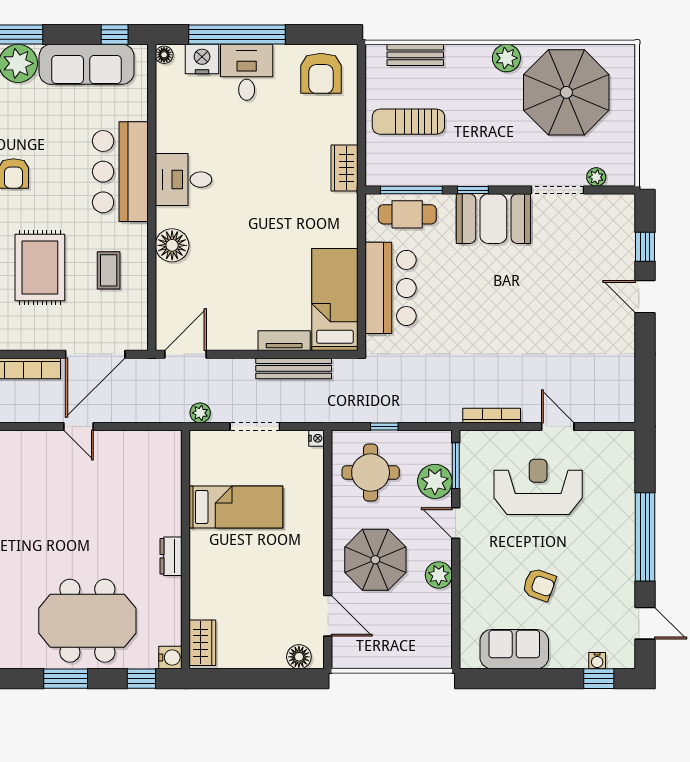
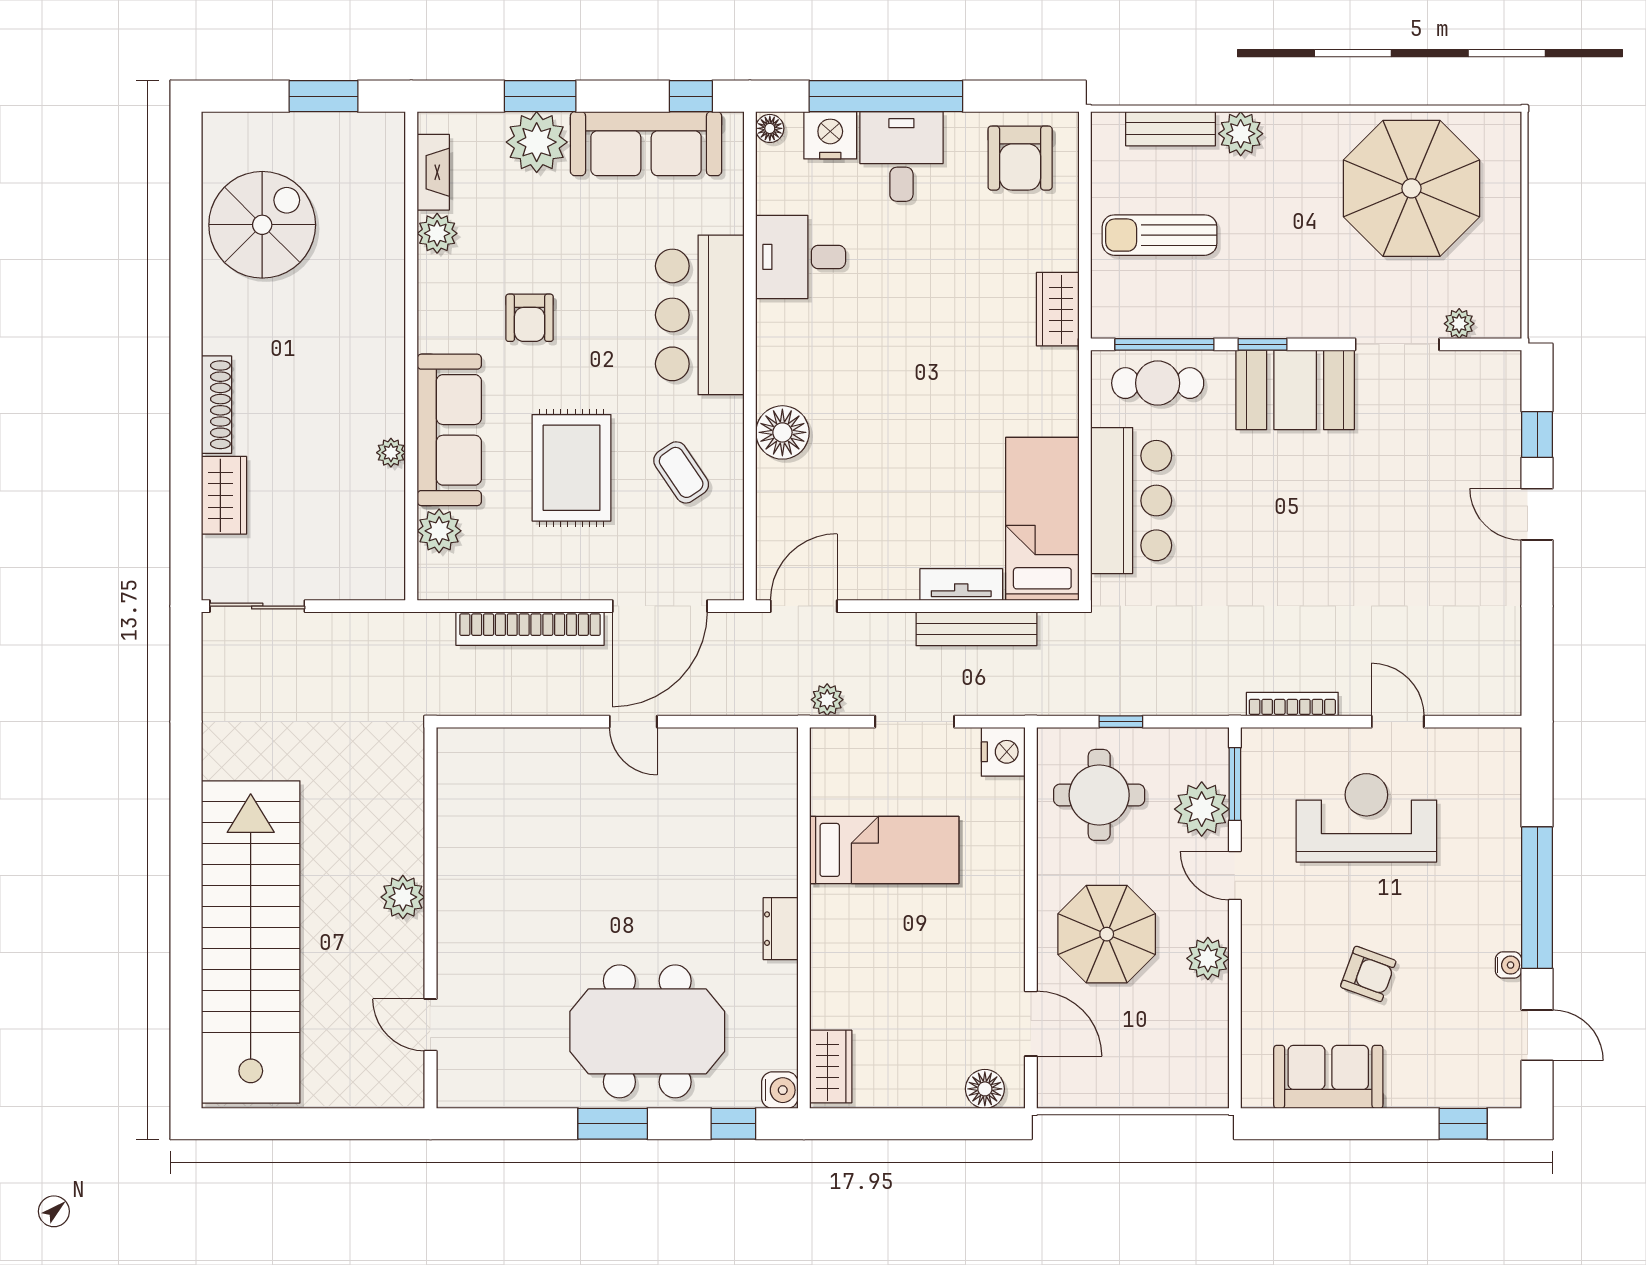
plant: (506, 58) -> (1241, 134), moved
desk: (183, 180) -> (801, 257), moved
coffee table: (109, 270) -> (681, 472), turned -34
nightstand: (317, 438) -> (1003, 752), width x1.89, depth x1.79
water cooler: (597, 661) -> (1508, 965), moved, turned -90

